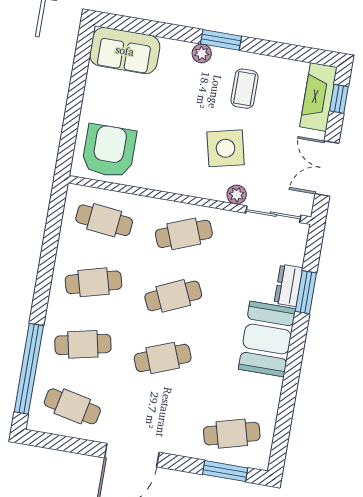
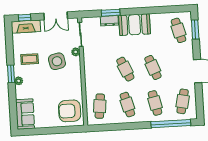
cafe table: (184, 234) -> (98, 71), removed

